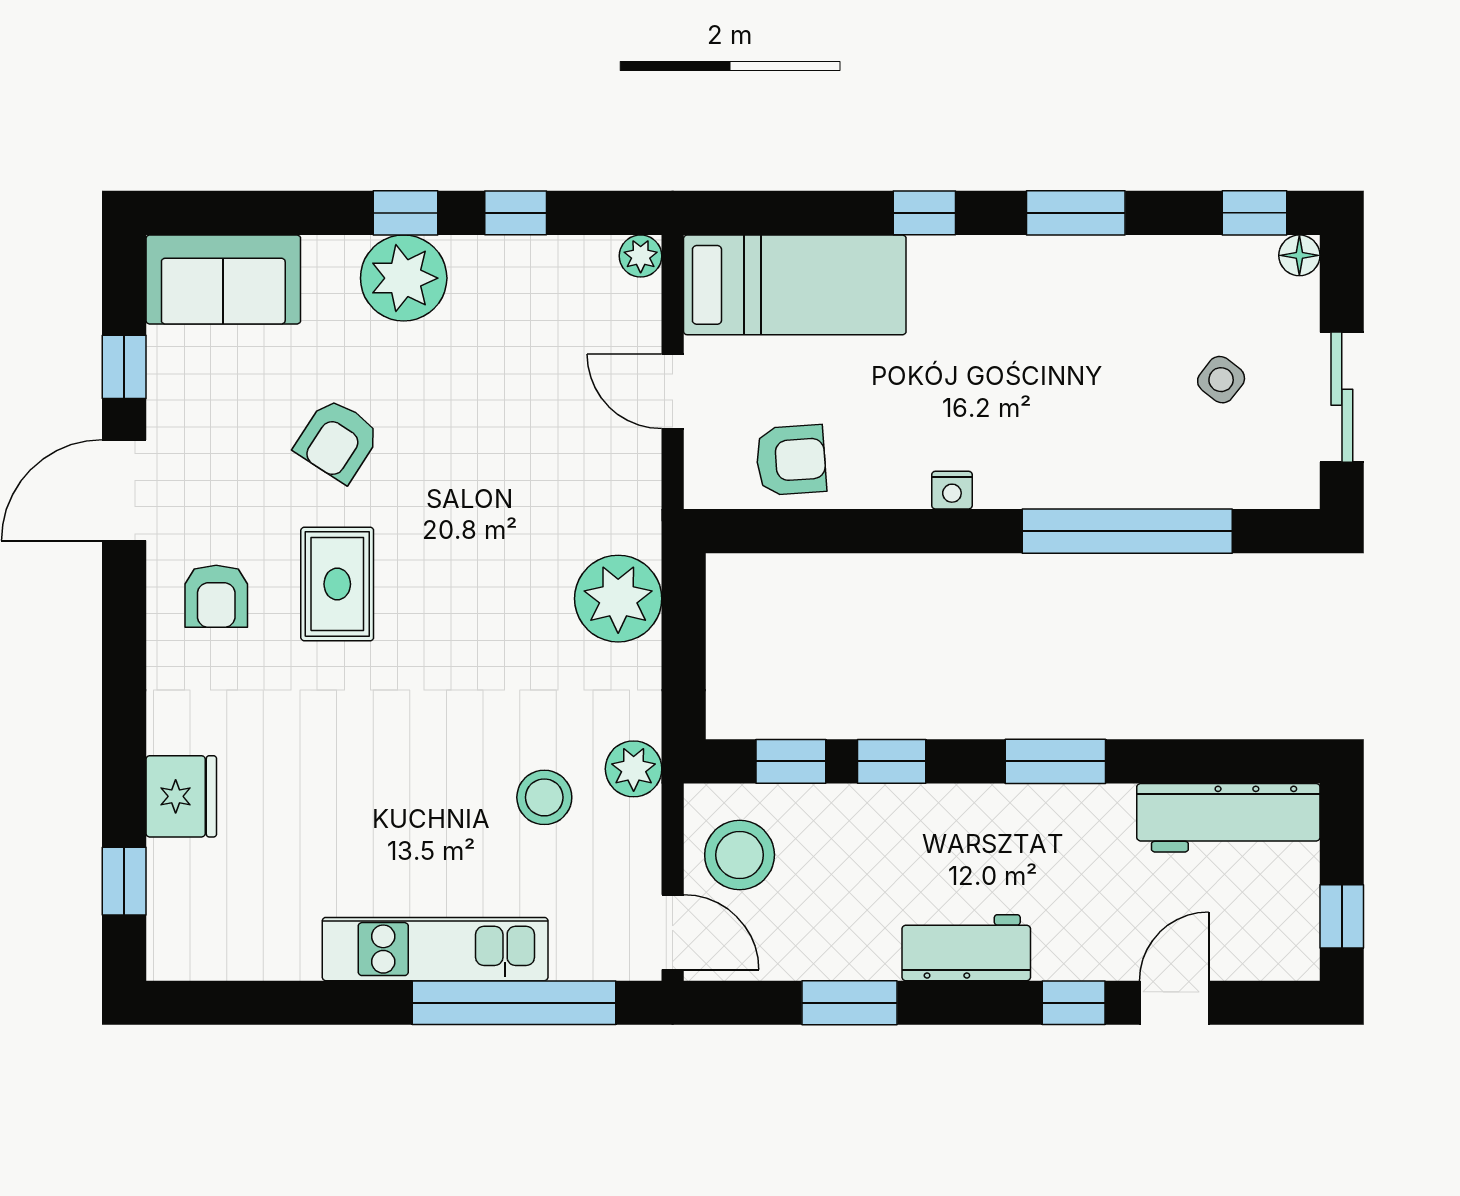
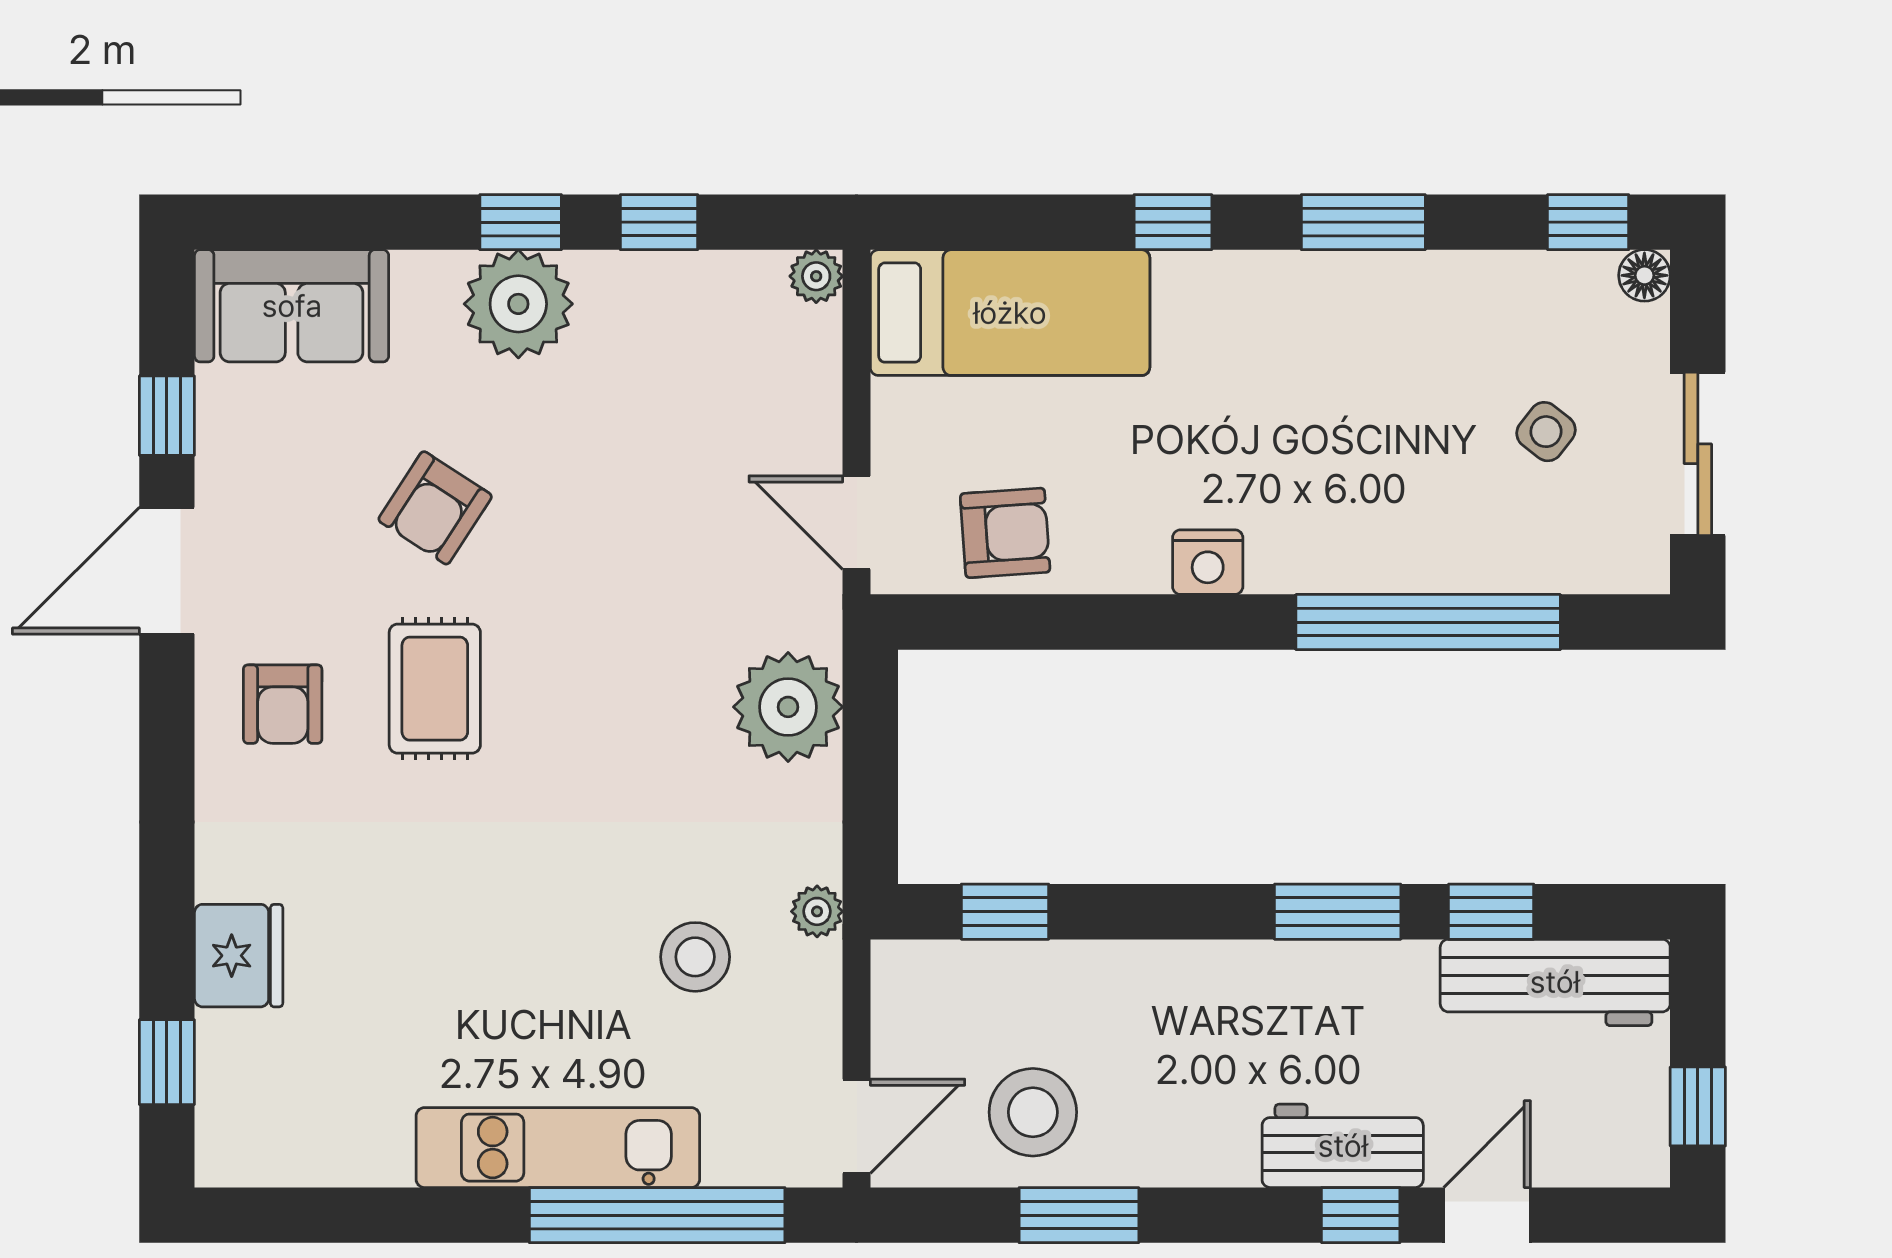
door: (673, 391) -> (857, 523), moved
nightstand: (952, 490) -> (1208, 562), width x1.39, depth x1.35
window: (892, 761) -> (1491, 912), moved
plant: (634, 769) -> (817, 911), width x0.73, depth x0.73
stool: (740, 855) -> (1033, 1112), moved
door: (673, 932) -> (857, 1126), hinge flipped
workbench: (966, 948) -> (1343, 1146), moved

